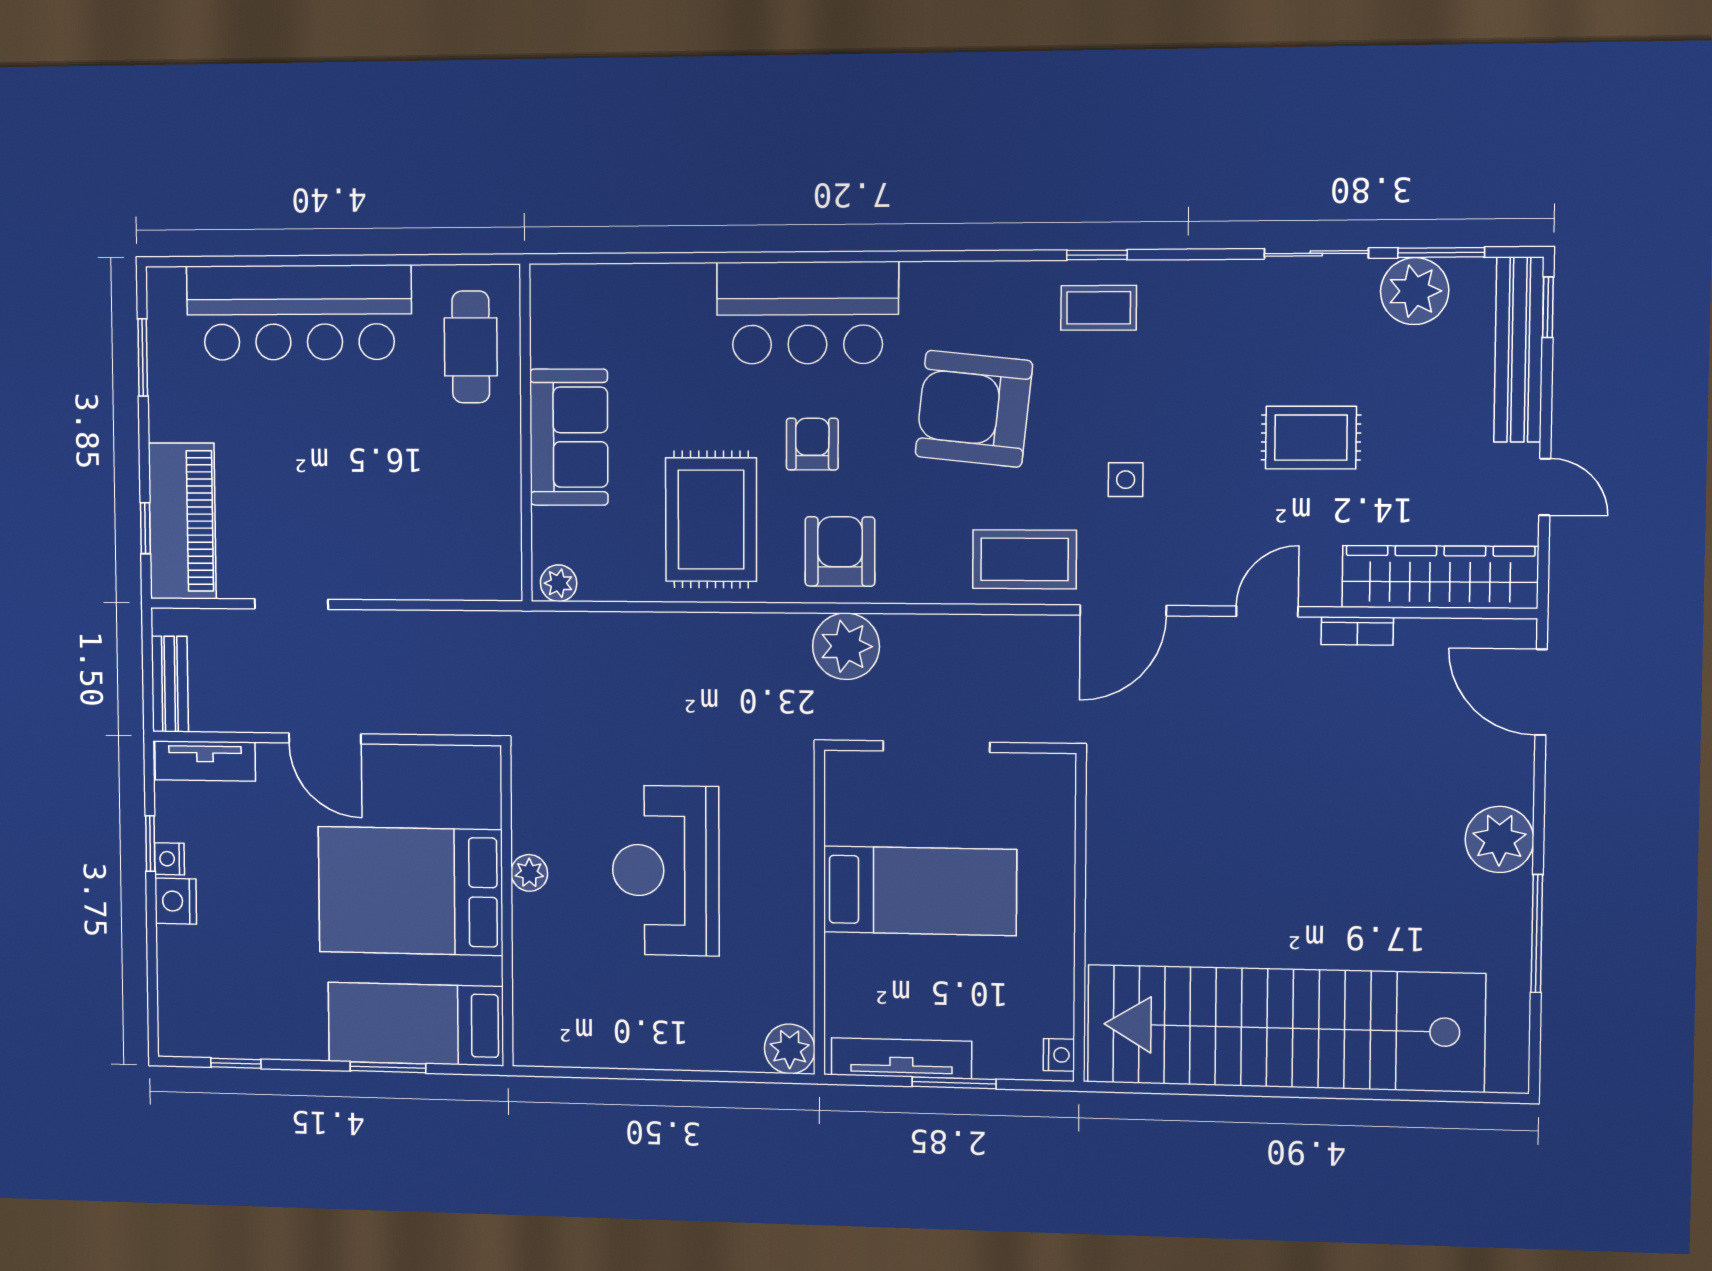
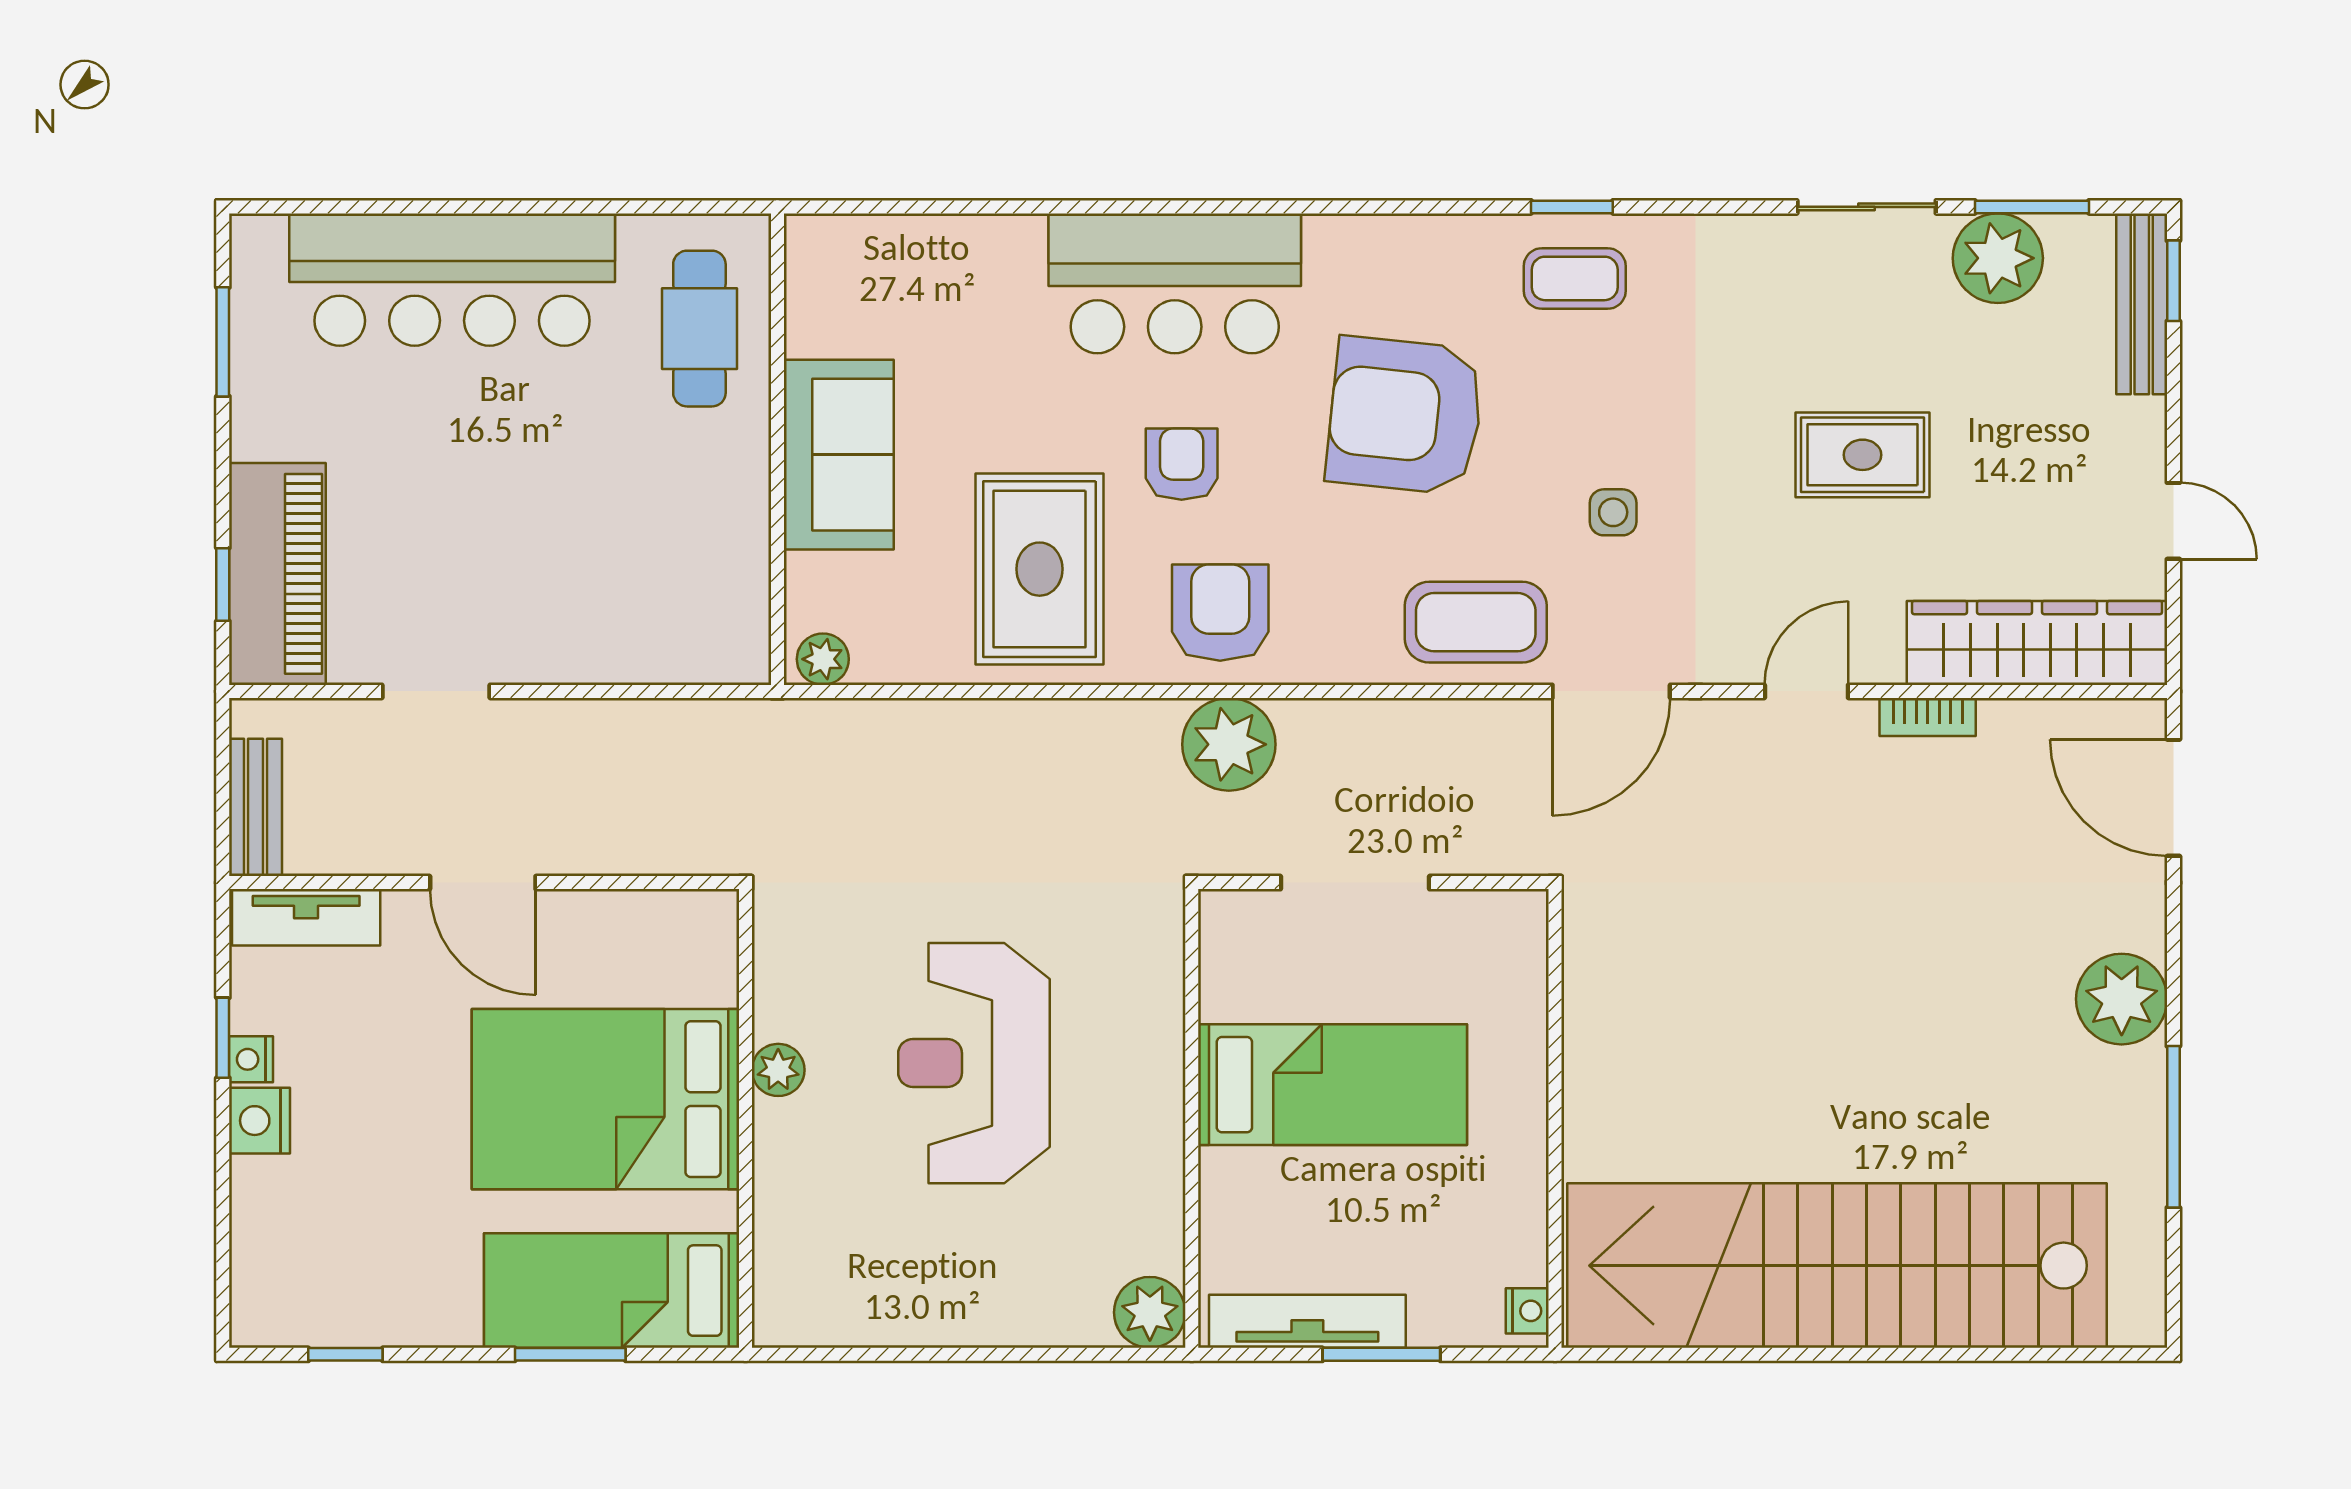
bench: (1519, 350) -> (2142, 304), width x0.73, depth x0.82

